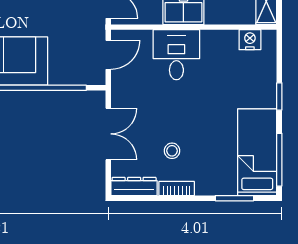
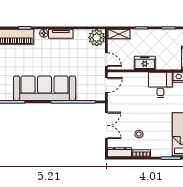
desk: (176, 55) -> (160, 85), moved

